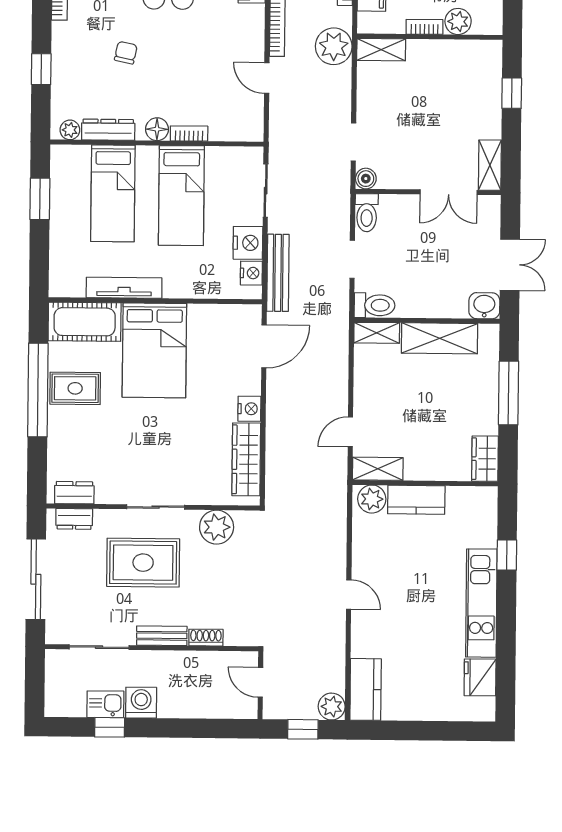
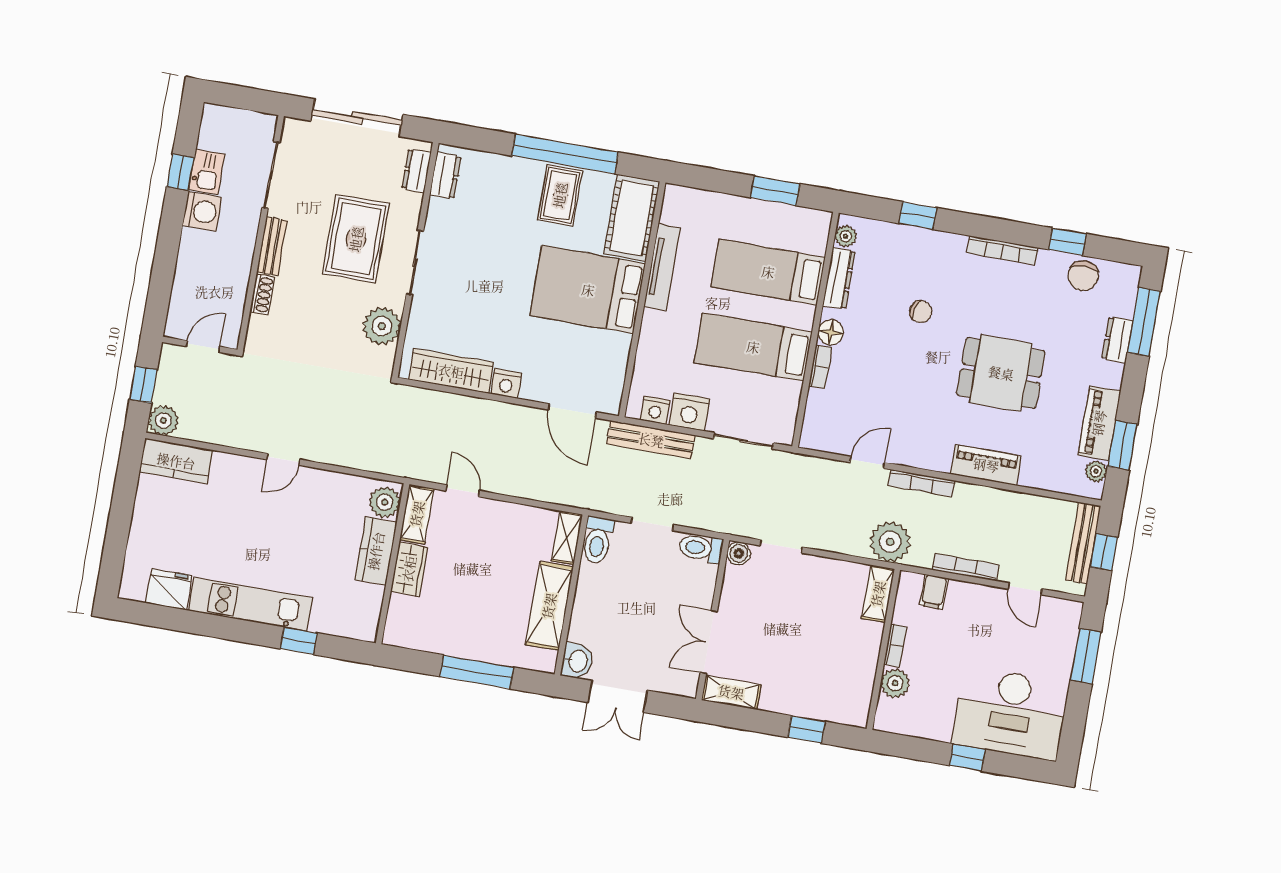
wardrobe: (485, 459) -> (409, 569), moved, turned 90

